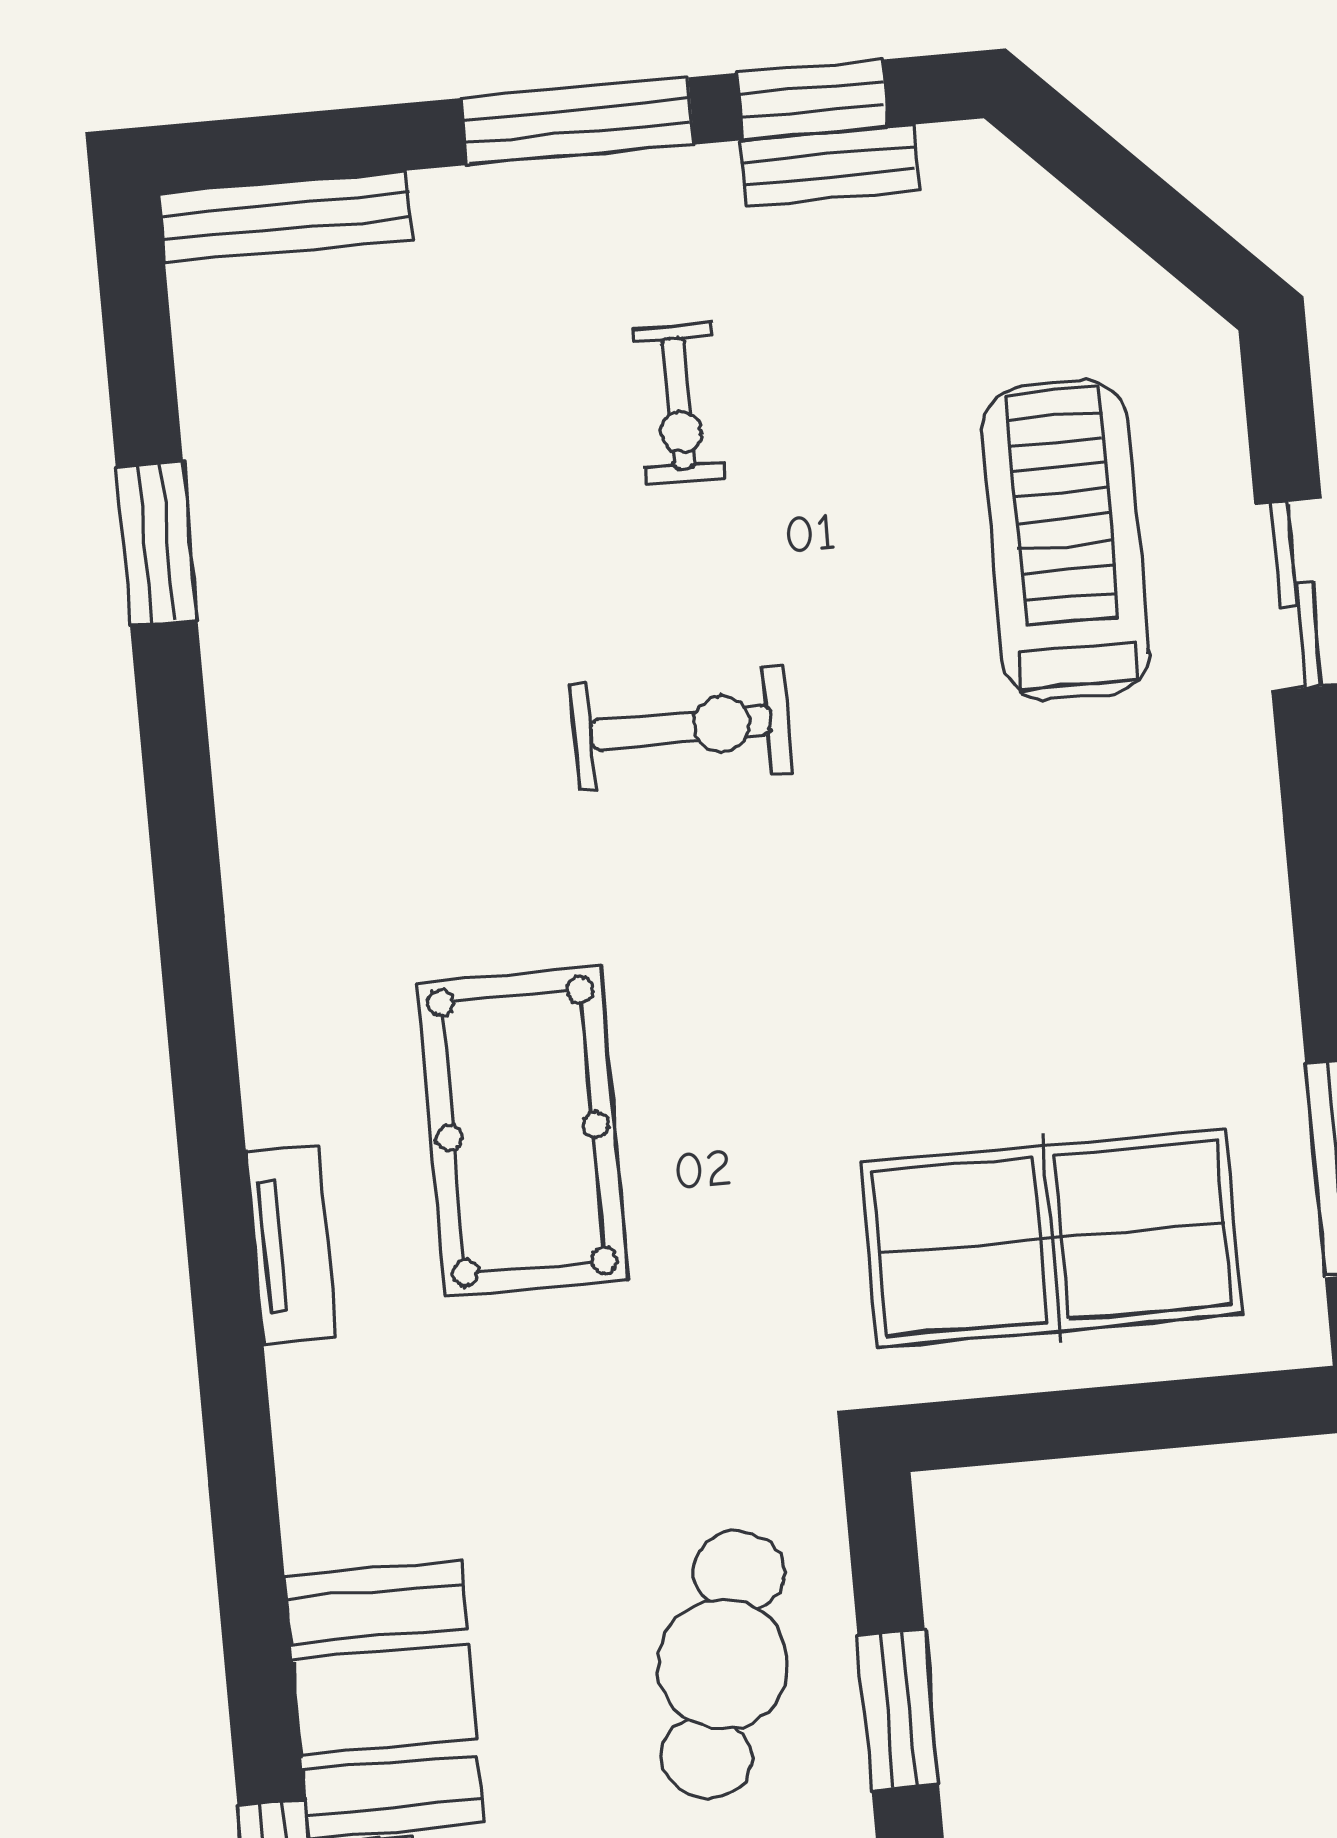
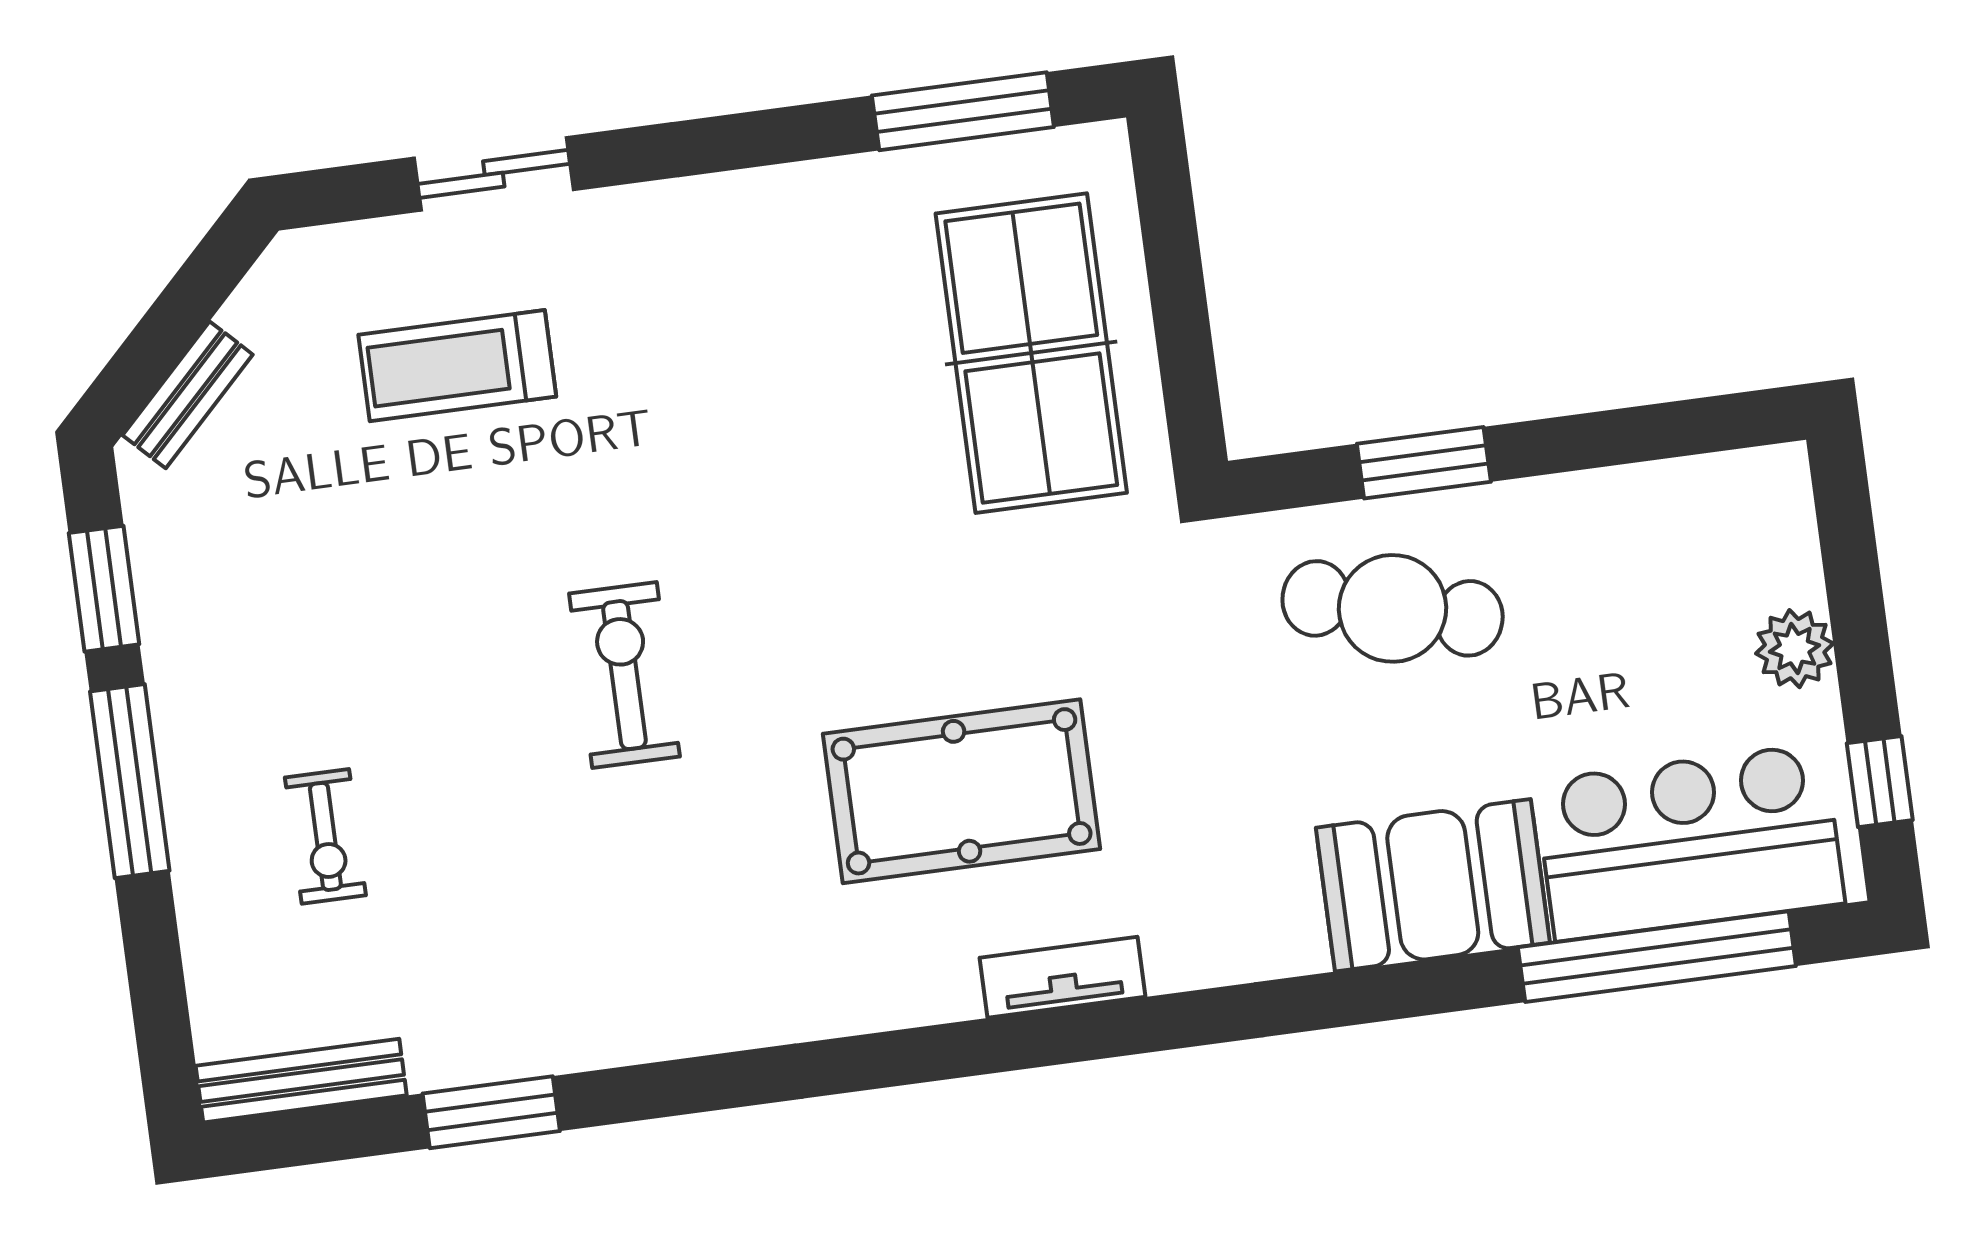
bench: (829, 166) -> (188, 395), moved, turned 45
bench: (286, 217) -> (301, 1081), moved, turned 90
exercise bike: (679, 403) -> (325, 836), moved, turned 90
treadmill: (1065, 540) -> (457, 366), width x0.73, depth x0.73

